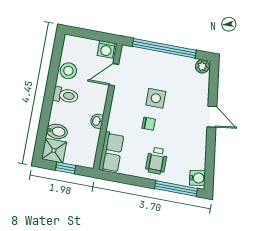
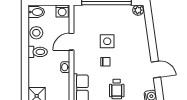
door: (114, 75) -> (72, 42), moved
door: (212, 117) -> (156, 69), moved
bidet: (57, 131) -> (36, 12), moved

